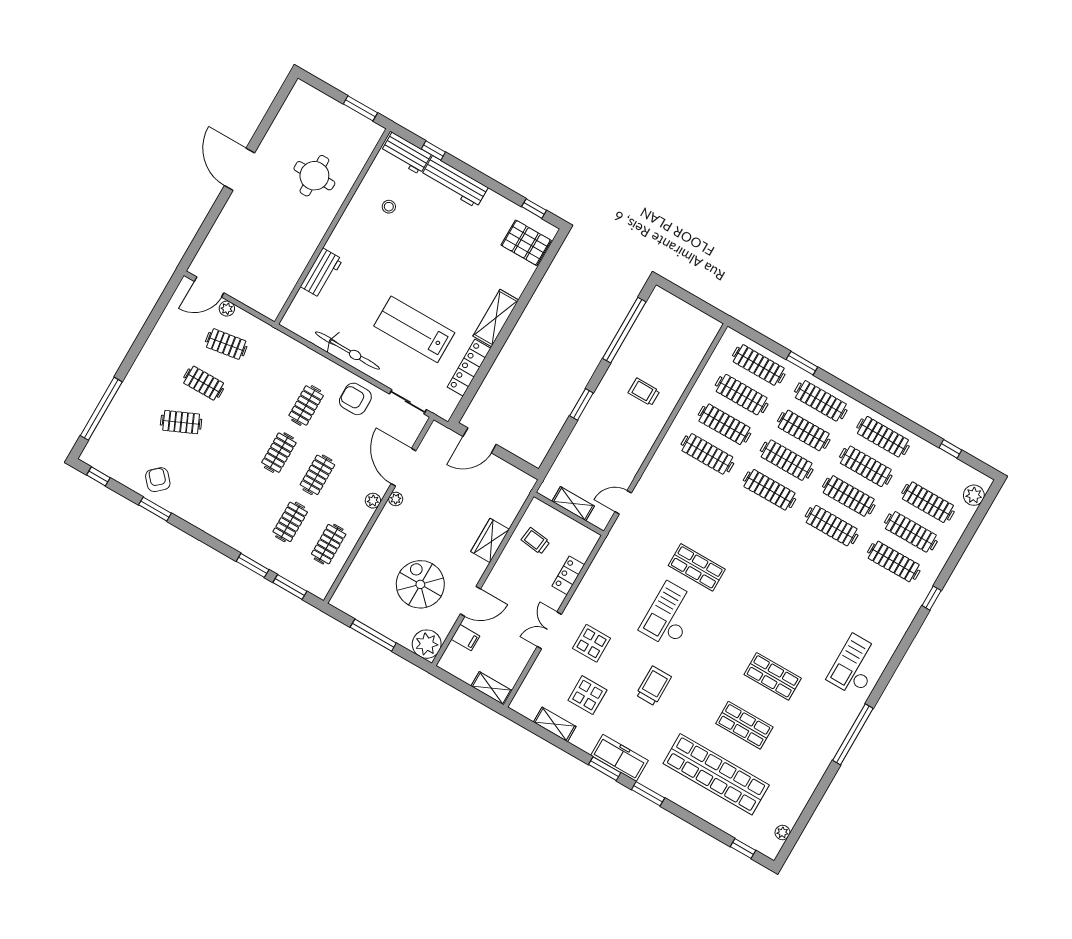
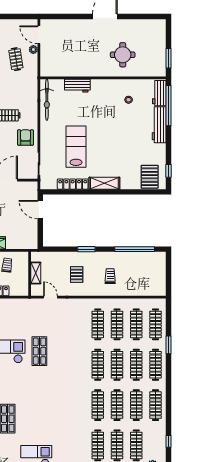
window: (433, 150) -> (168, 106), width x3.17
bicycle: (347, 351) -> (47, 100), moved
pallet: (612, 442) -> (77, 275), added

